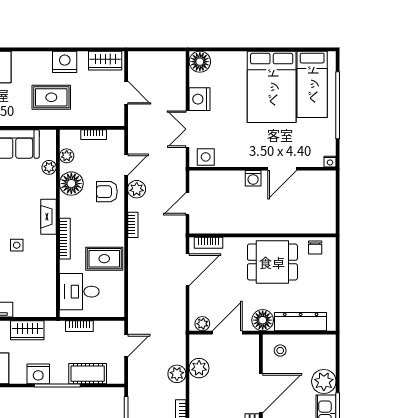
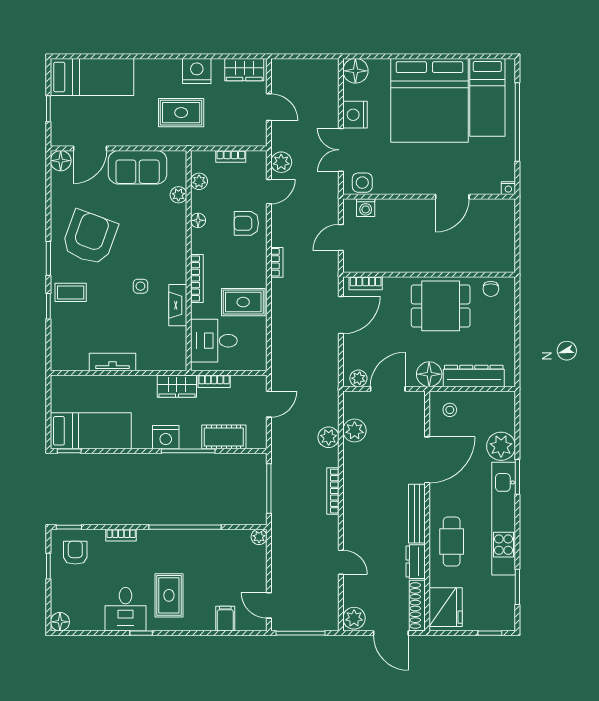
bed: (272, 87) -> (429, 100), width x1.36
washing machine: (253, 178) -> (366, 208), moved
floor lamp: (71, 184) -> (198, 220), width x0.53, depth x0.53
plant: (137, 189) -> (281, 162), moved
fireplace: (49, 217) -> (178, 305), moved
wardrobe: (27, 330) -> (177, 386), moved

